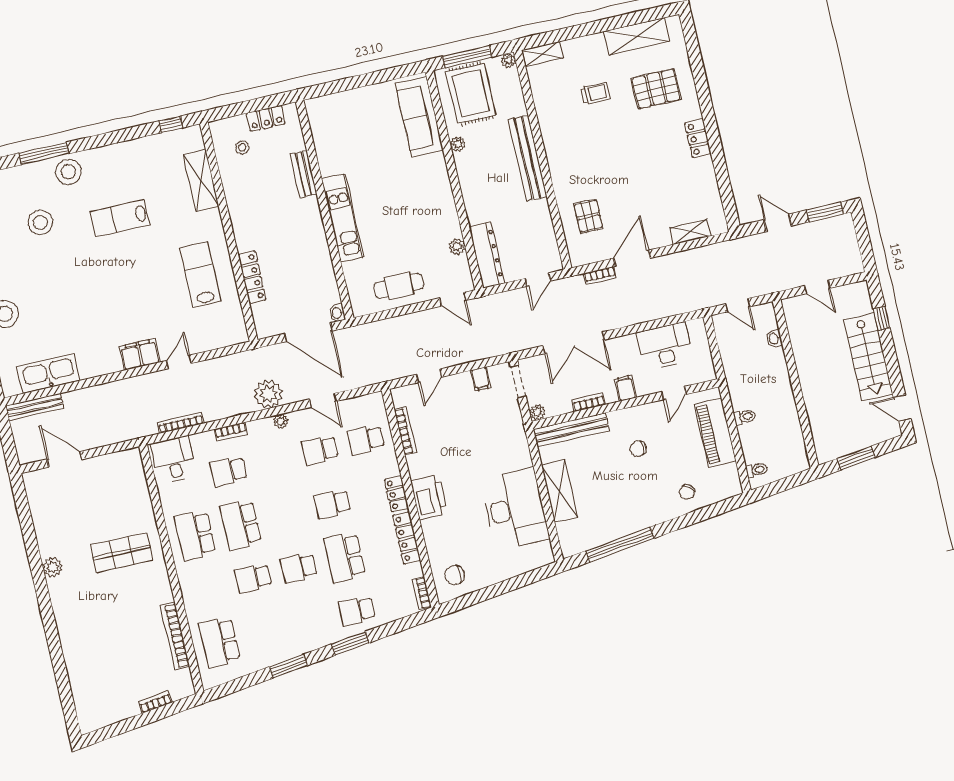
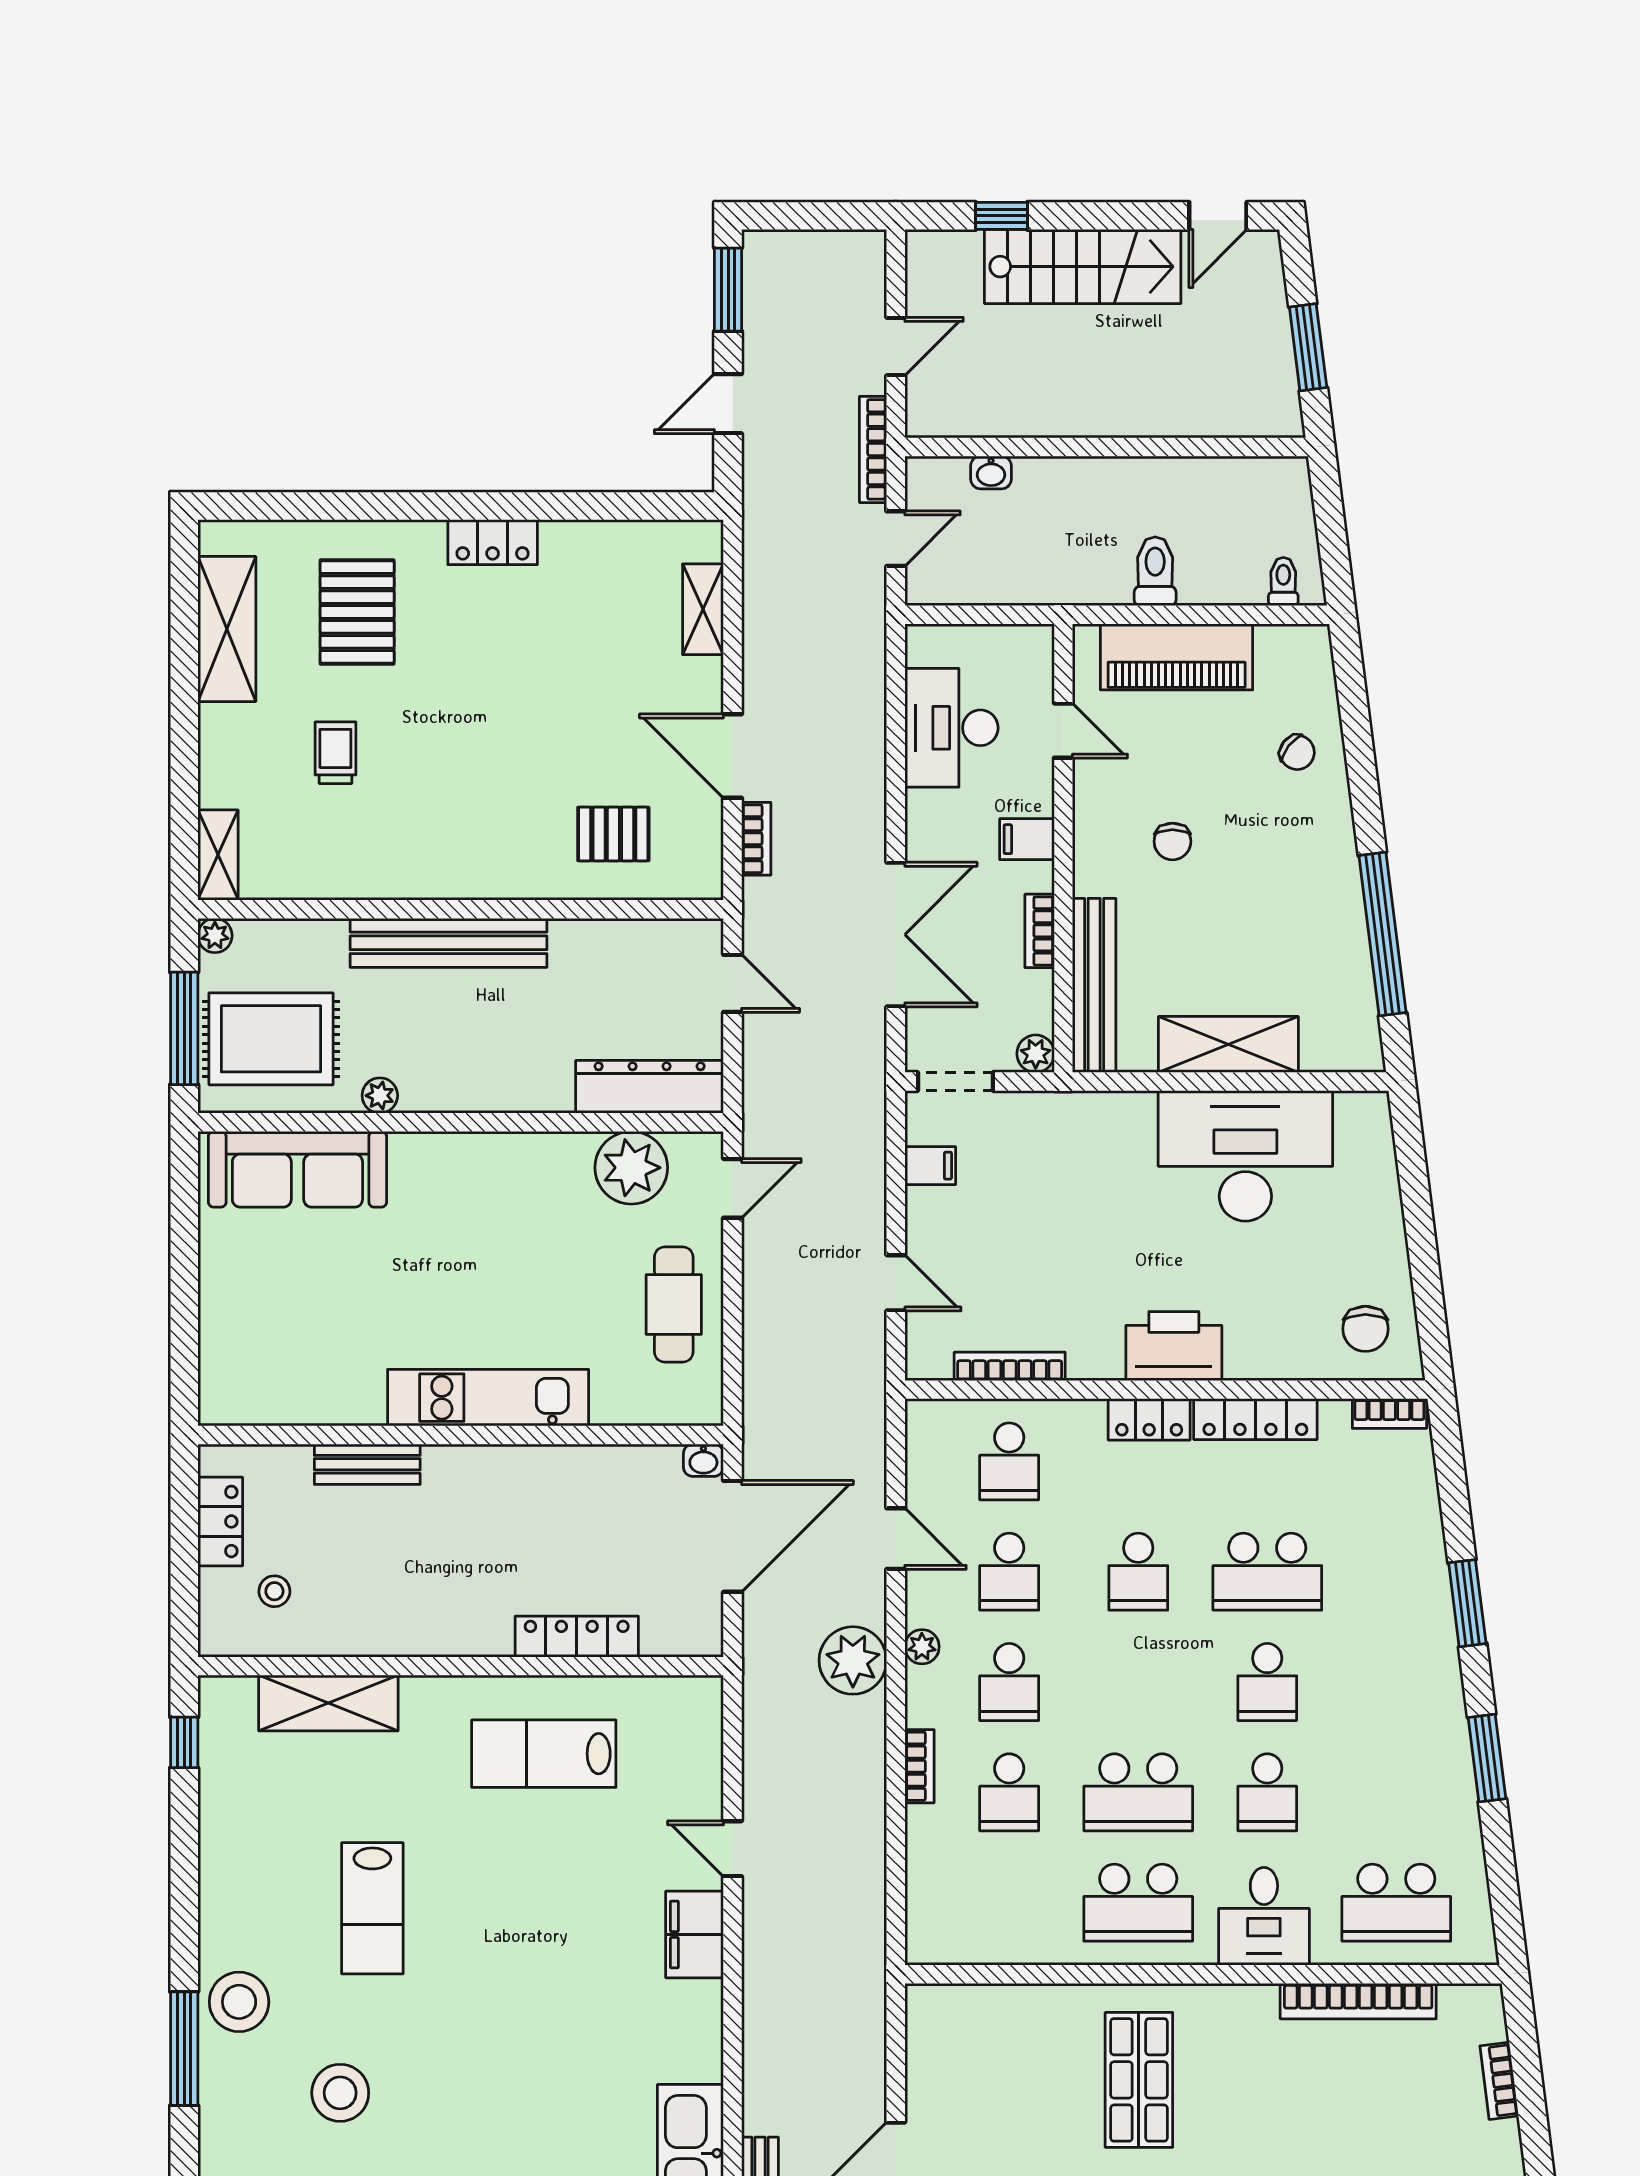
plant: (457, 247) -> (631, 1168), width x1.88, depth x1.88
door: (323, 400) -> (896, 1539), hinge flipped
toilet: (745, 417) -> (1155, 571), width x1.37, depth x1.39
bookcase: (181, 423) -> (873, 449), moved
desk: (174, 460) -> (1264, 1916), moved, turned -90
school desk: (357, 611) -> (1009, 1682), moved

